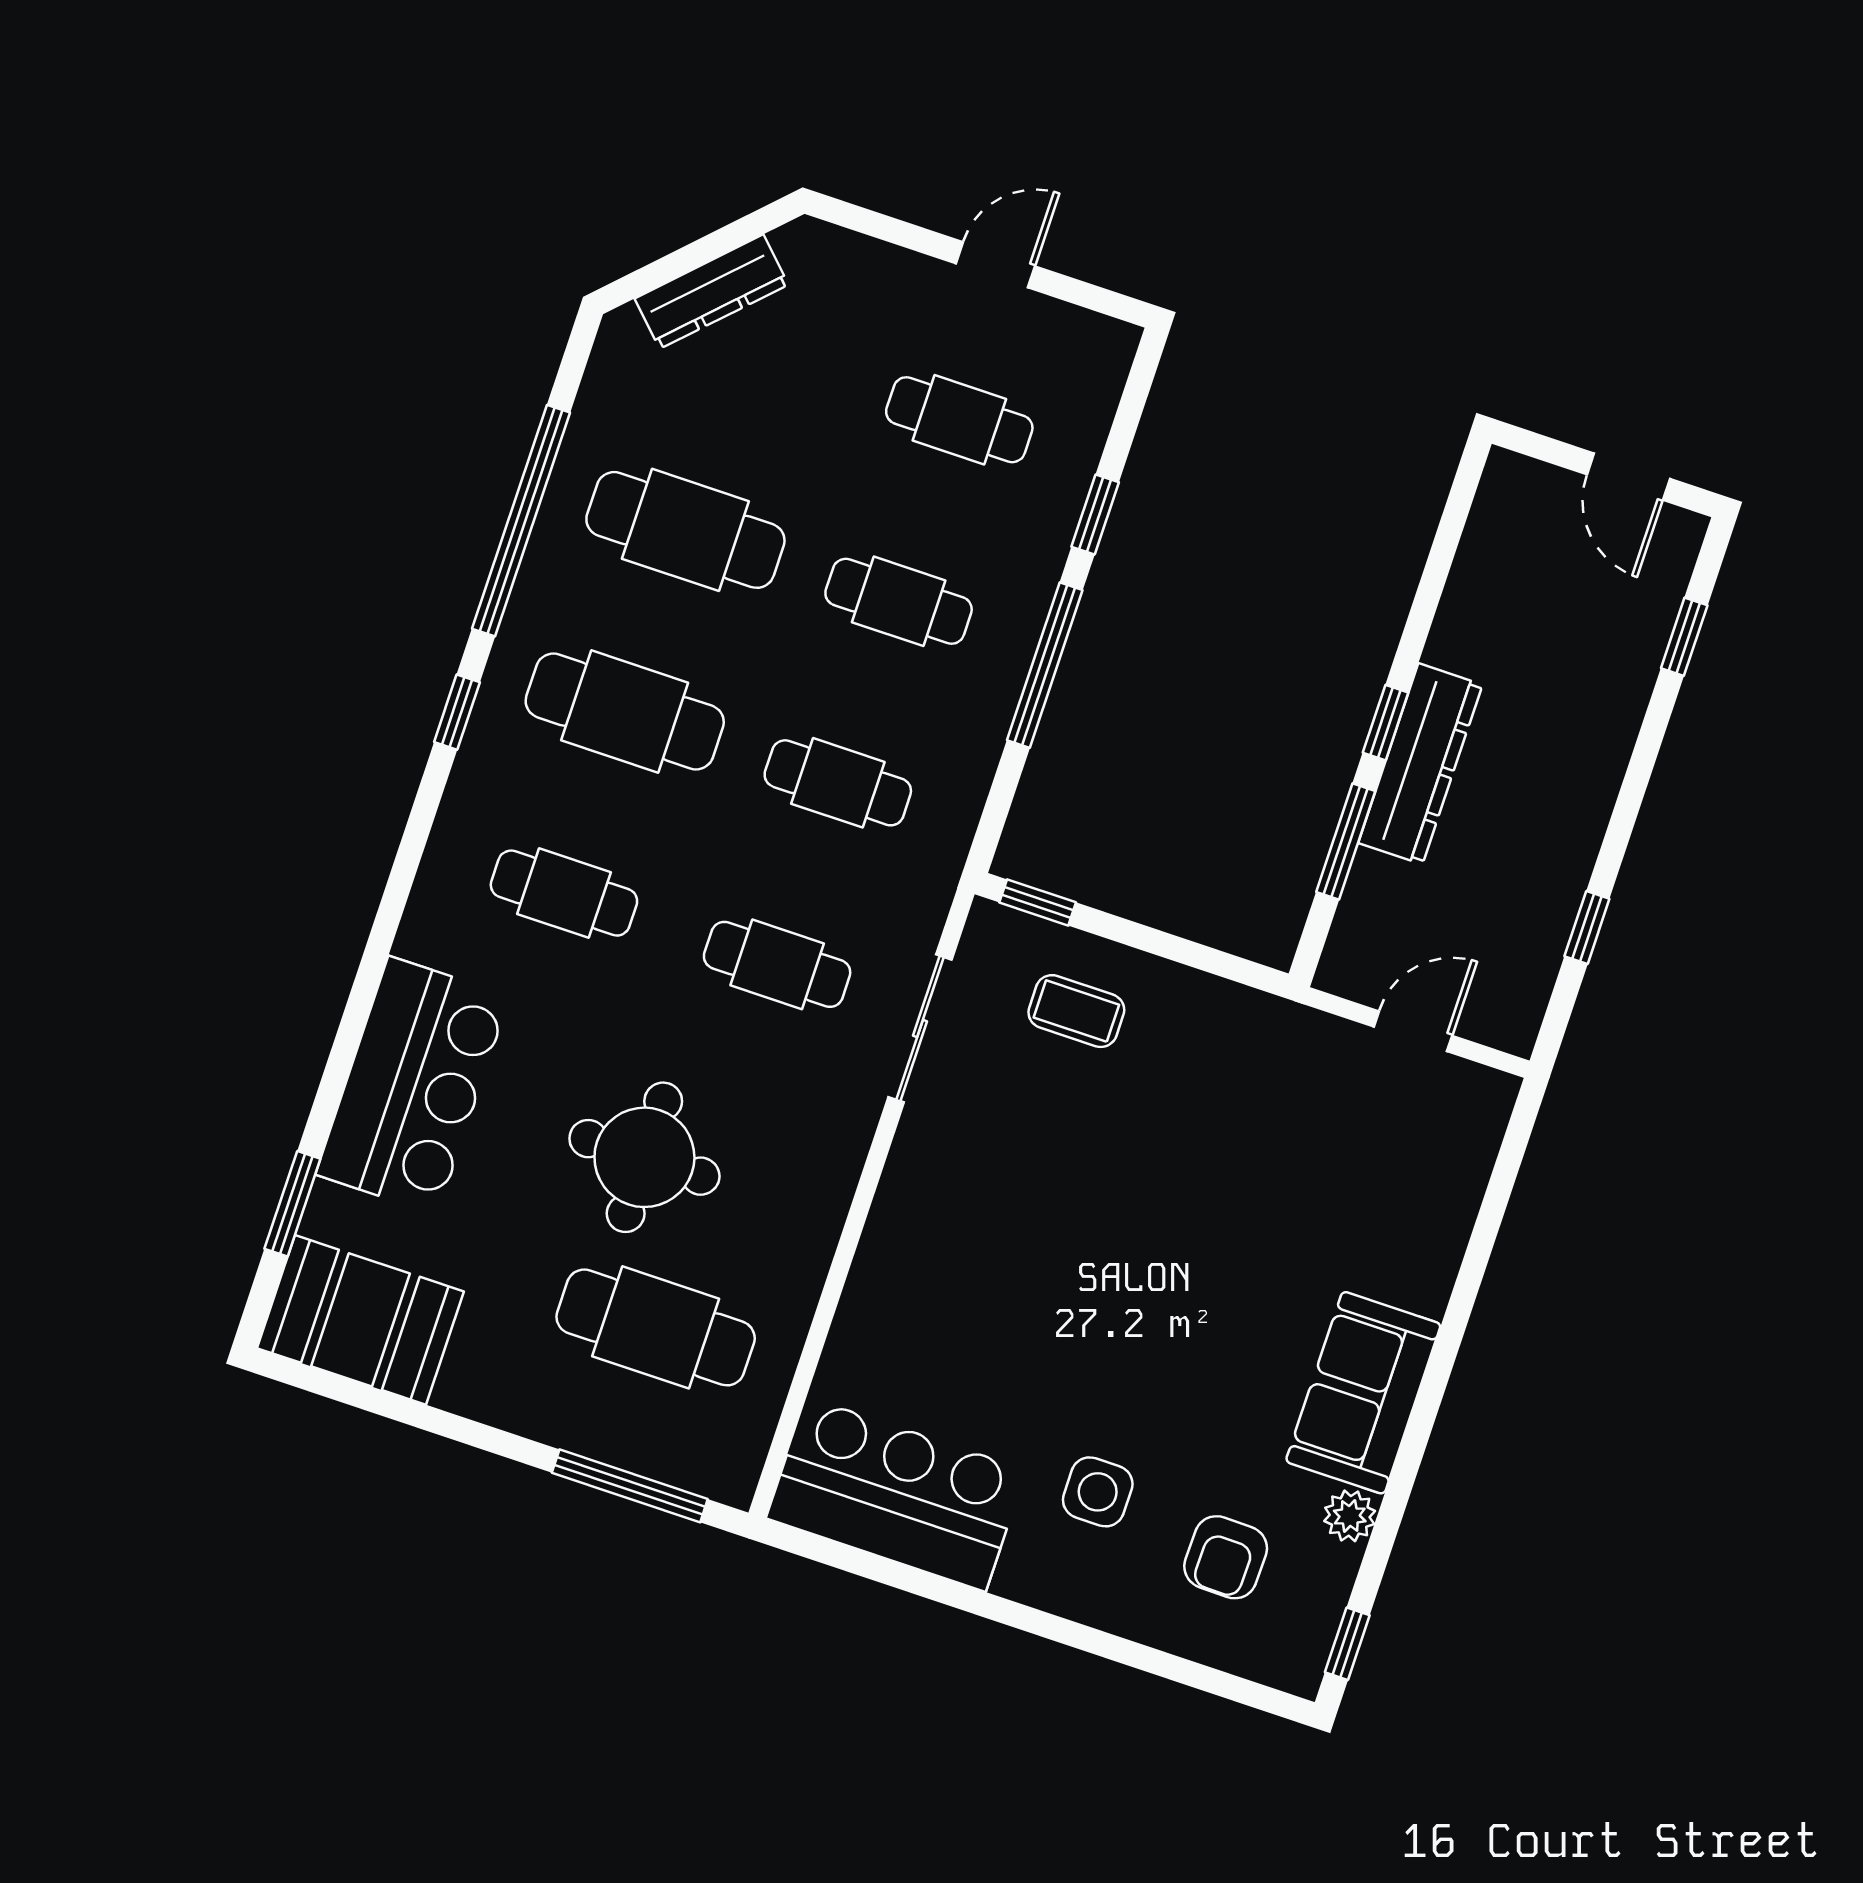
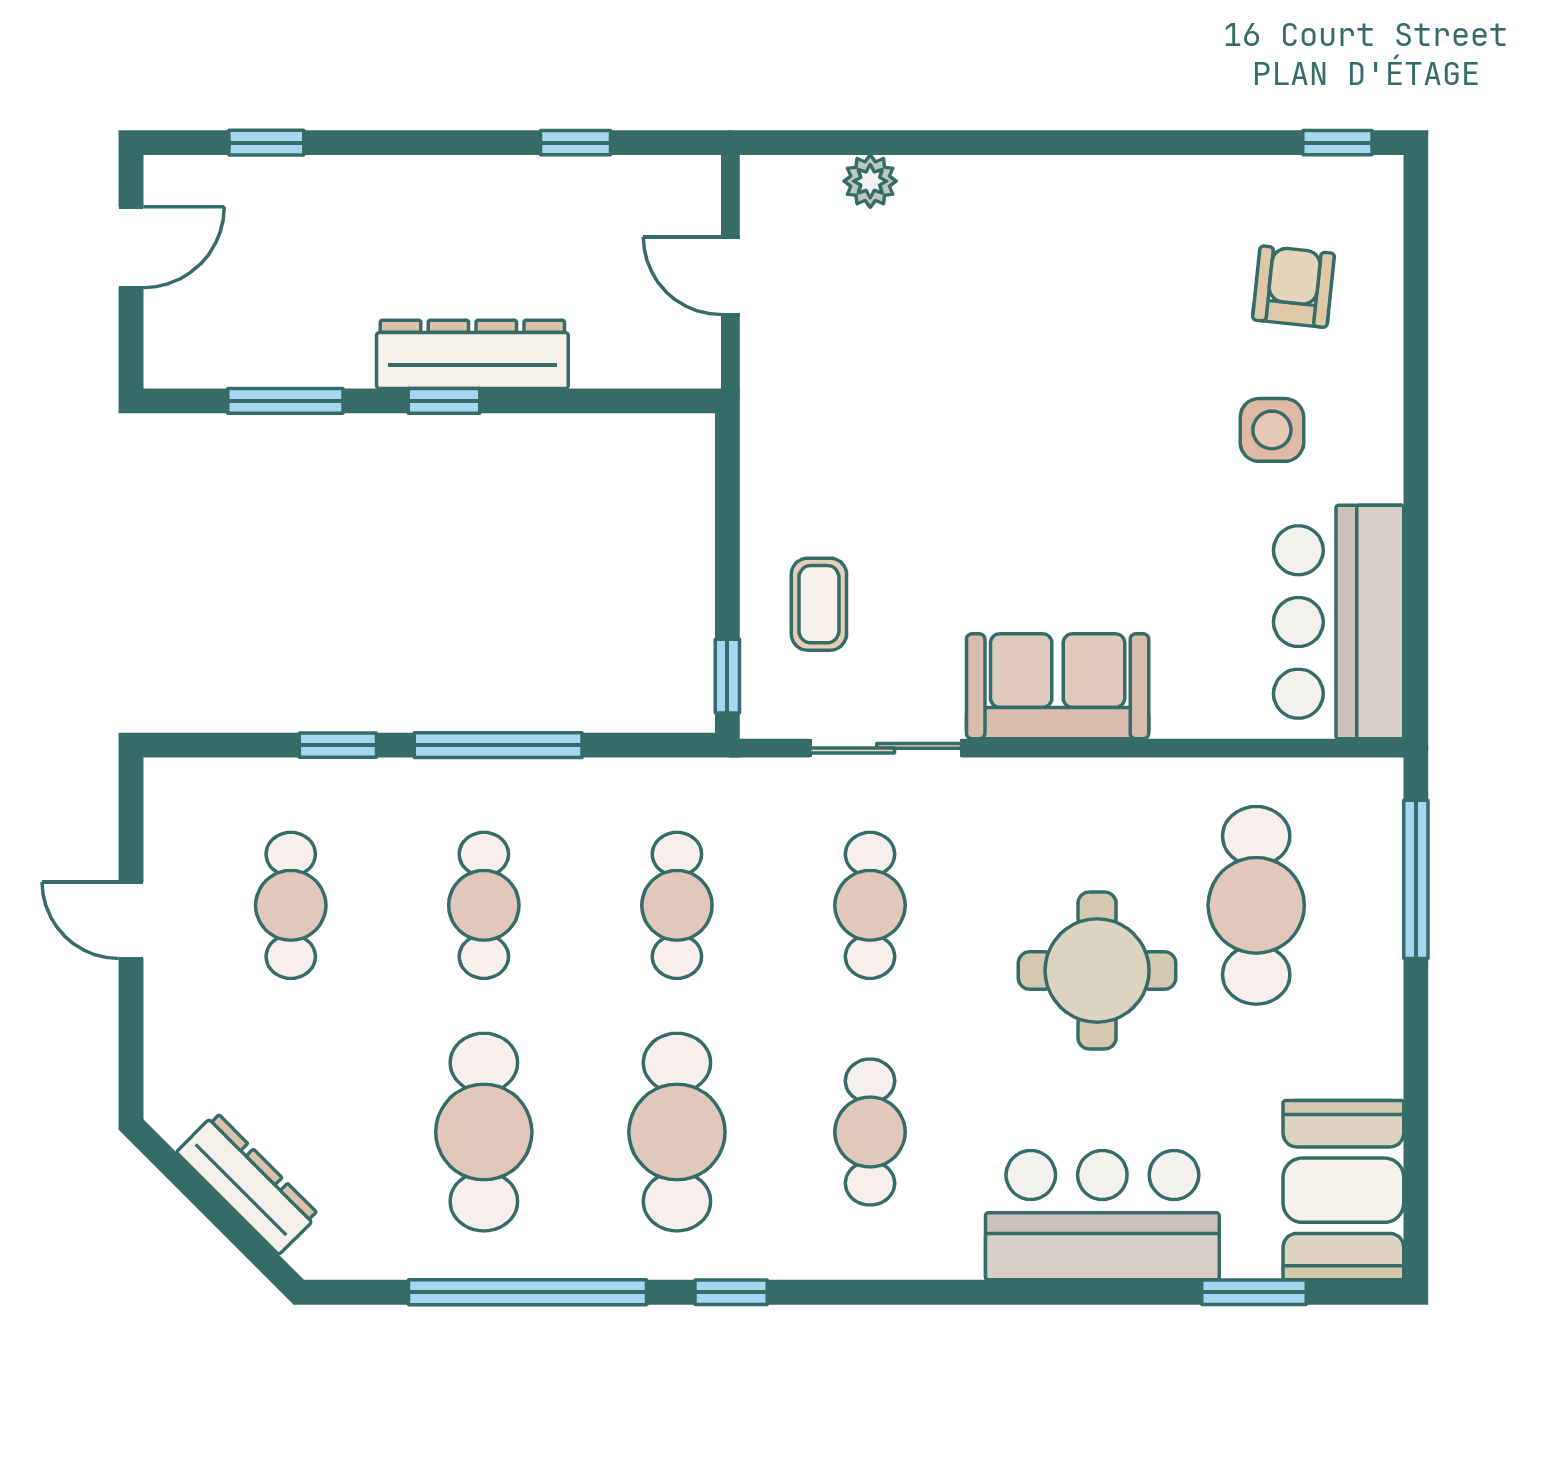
window: (1346, 841) -> (285, 401), moved
sofa: (1363, 1393) -> (1058, 686), moved, turned 180
plant: (1350, 1516) -> (870, 181), moved
armchair: (1226, 1557) -> (1294, 287), turned -85

